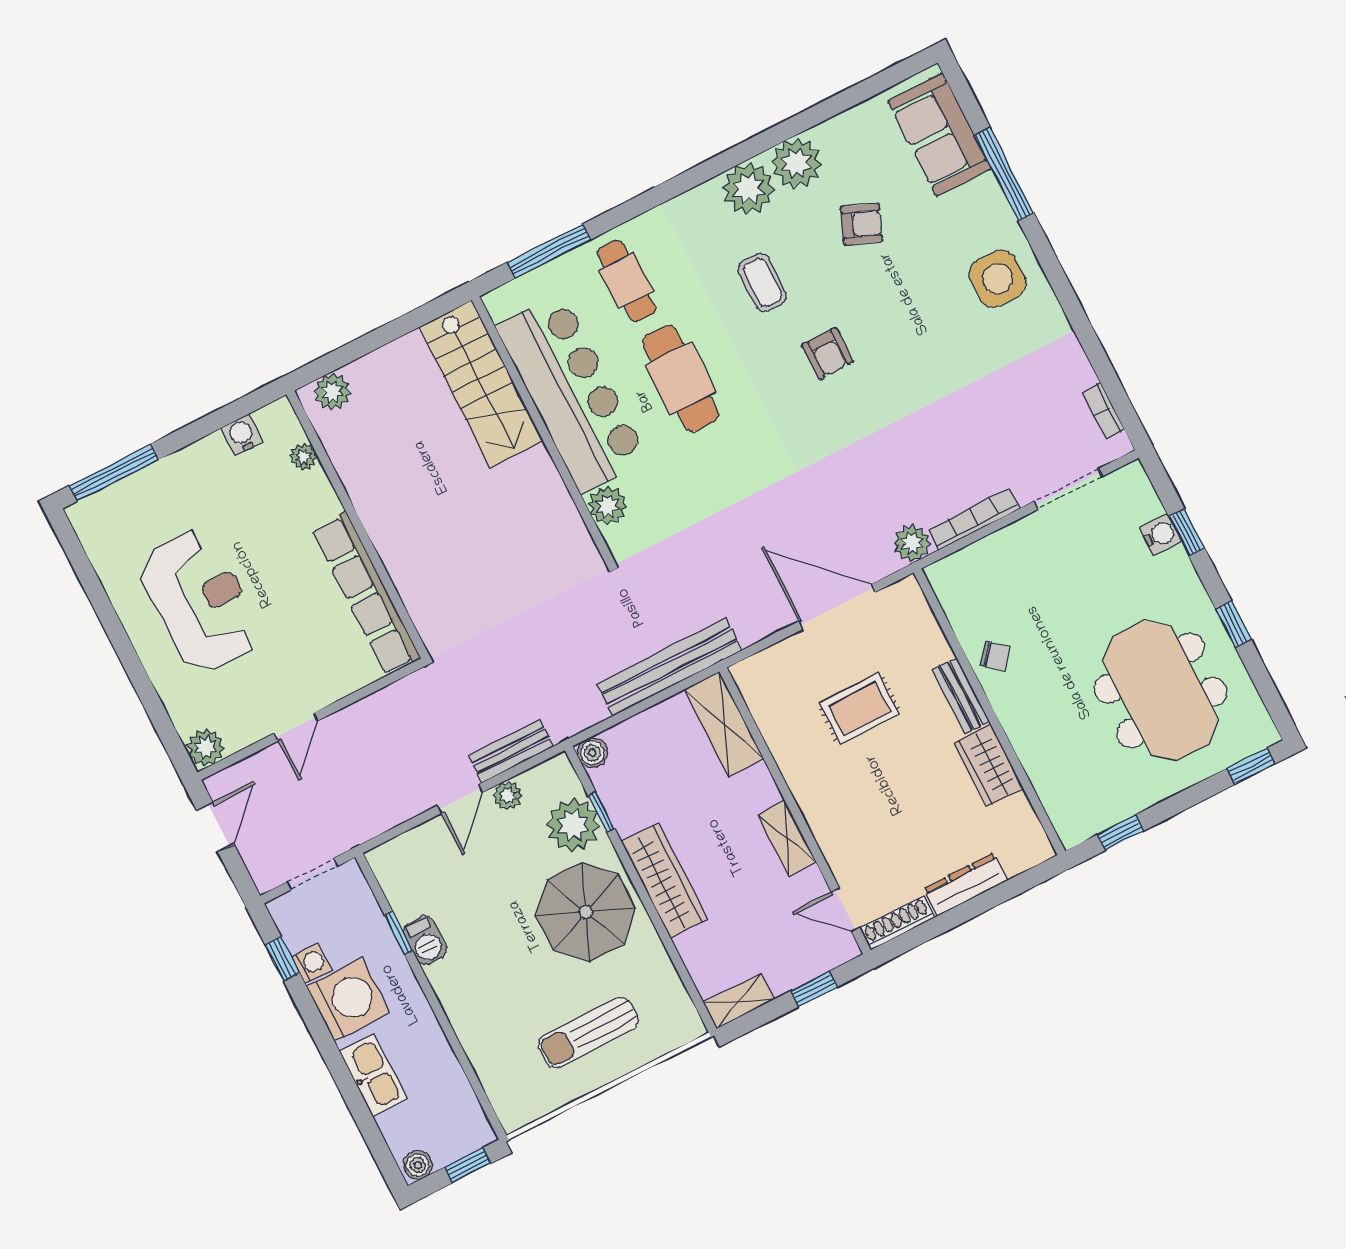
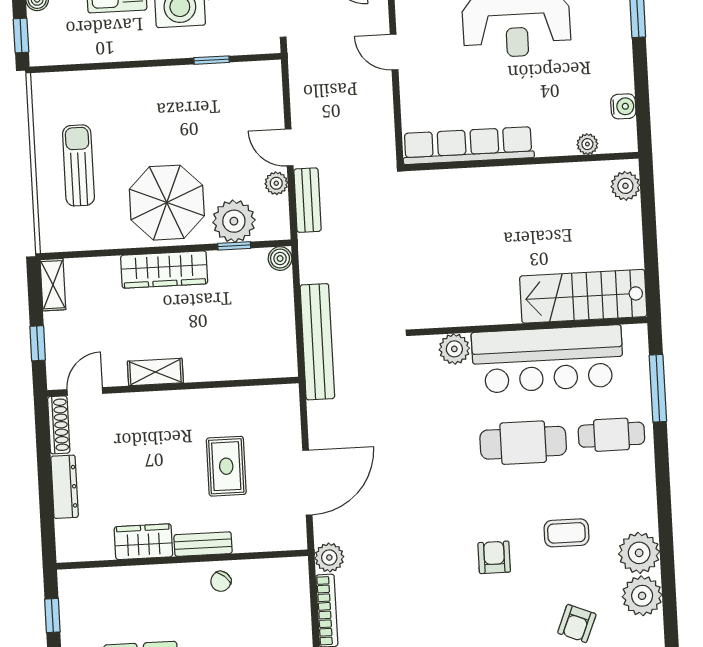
armchair: (827, 353) -> (494, 557), turned 90
shelving: (724, 724) -> (258, 363), removed
barbecue: (425, 940) -> (198, 77), removed

